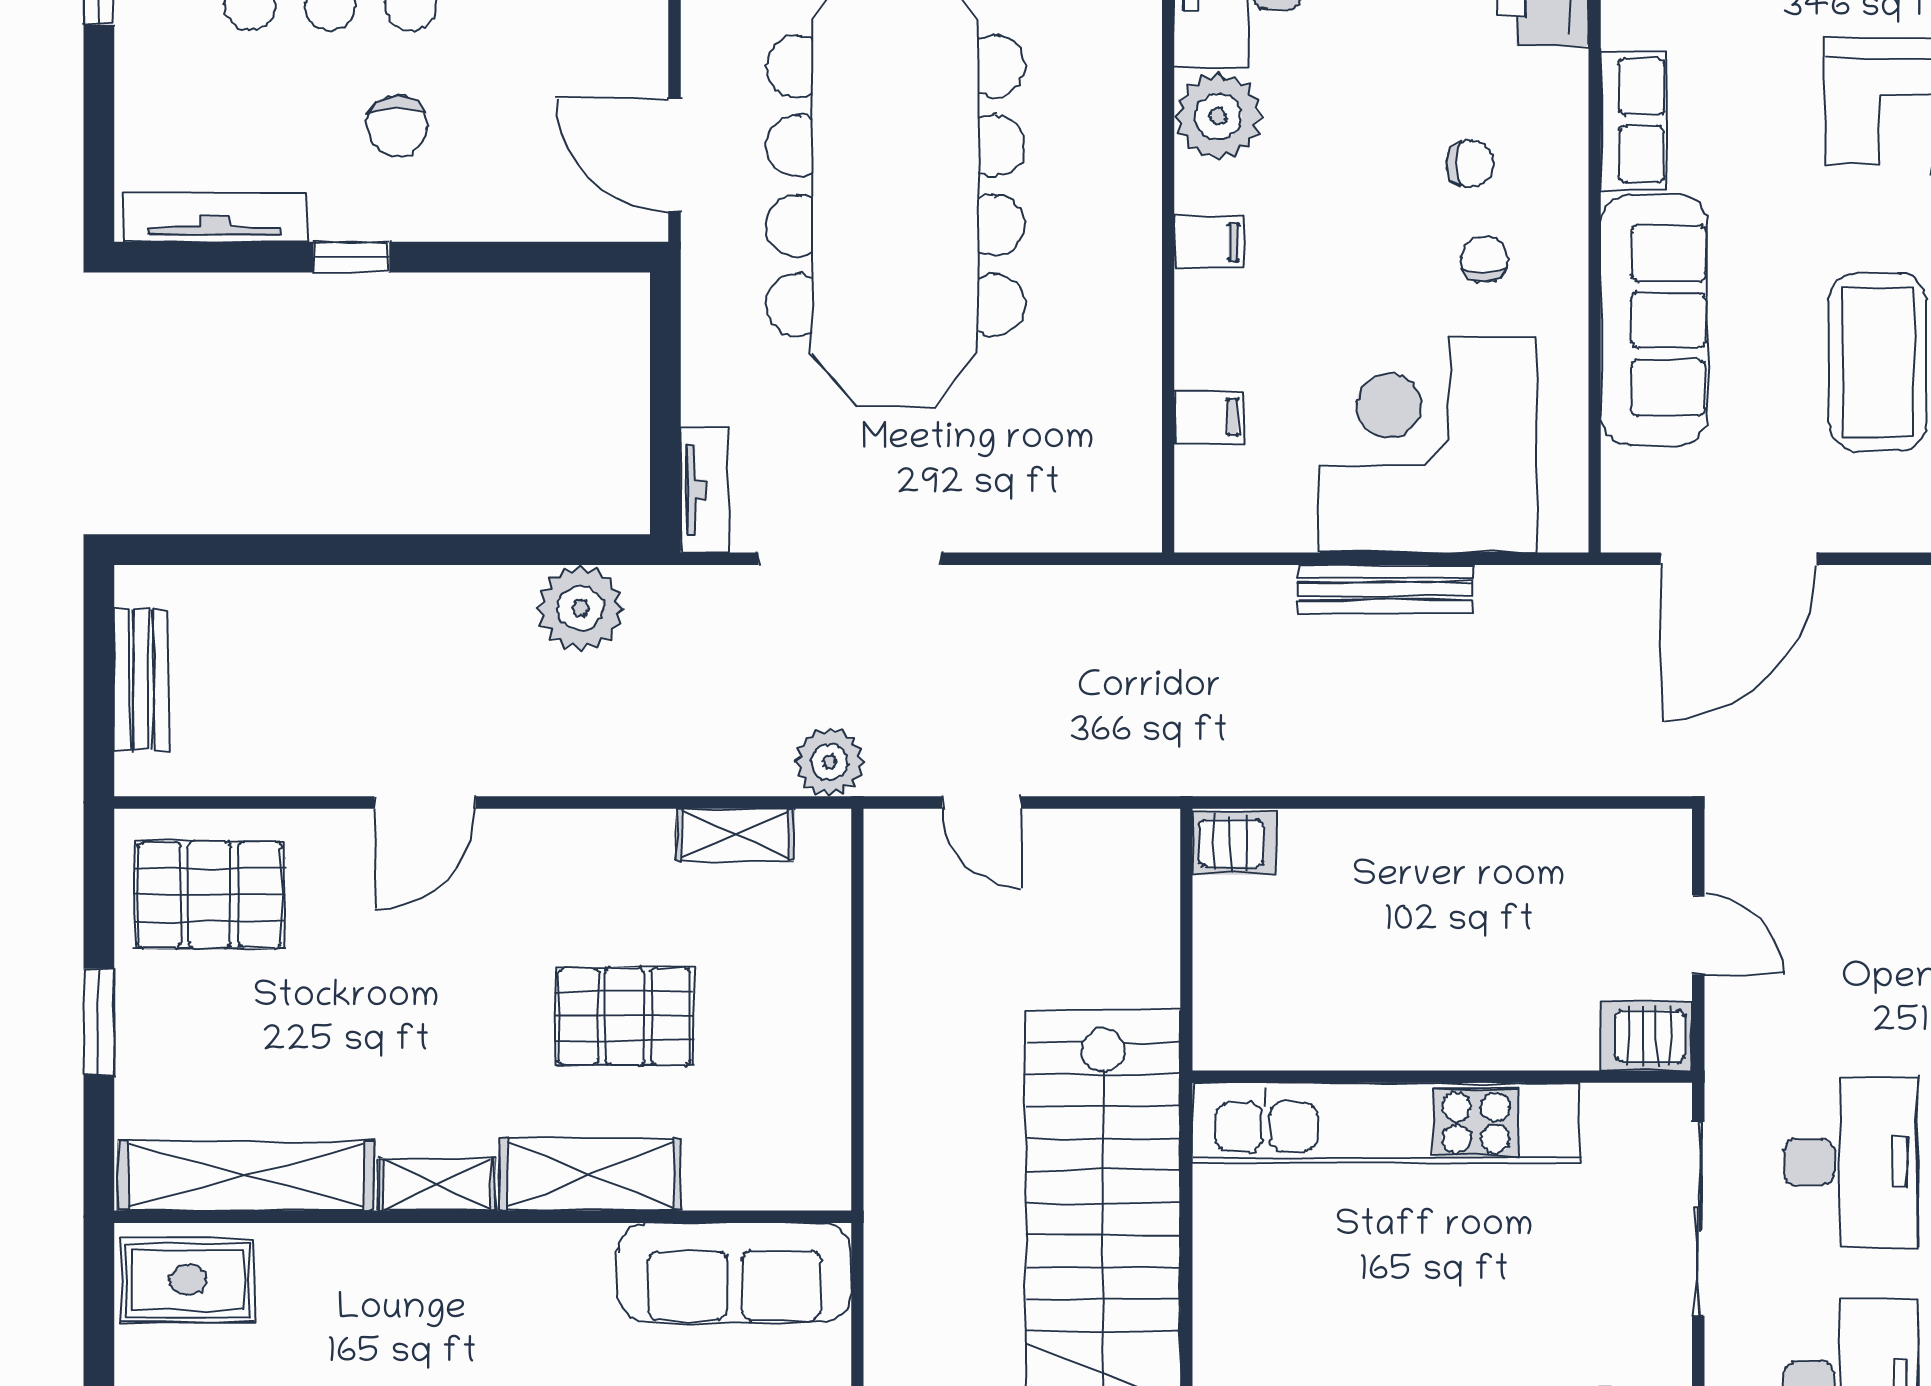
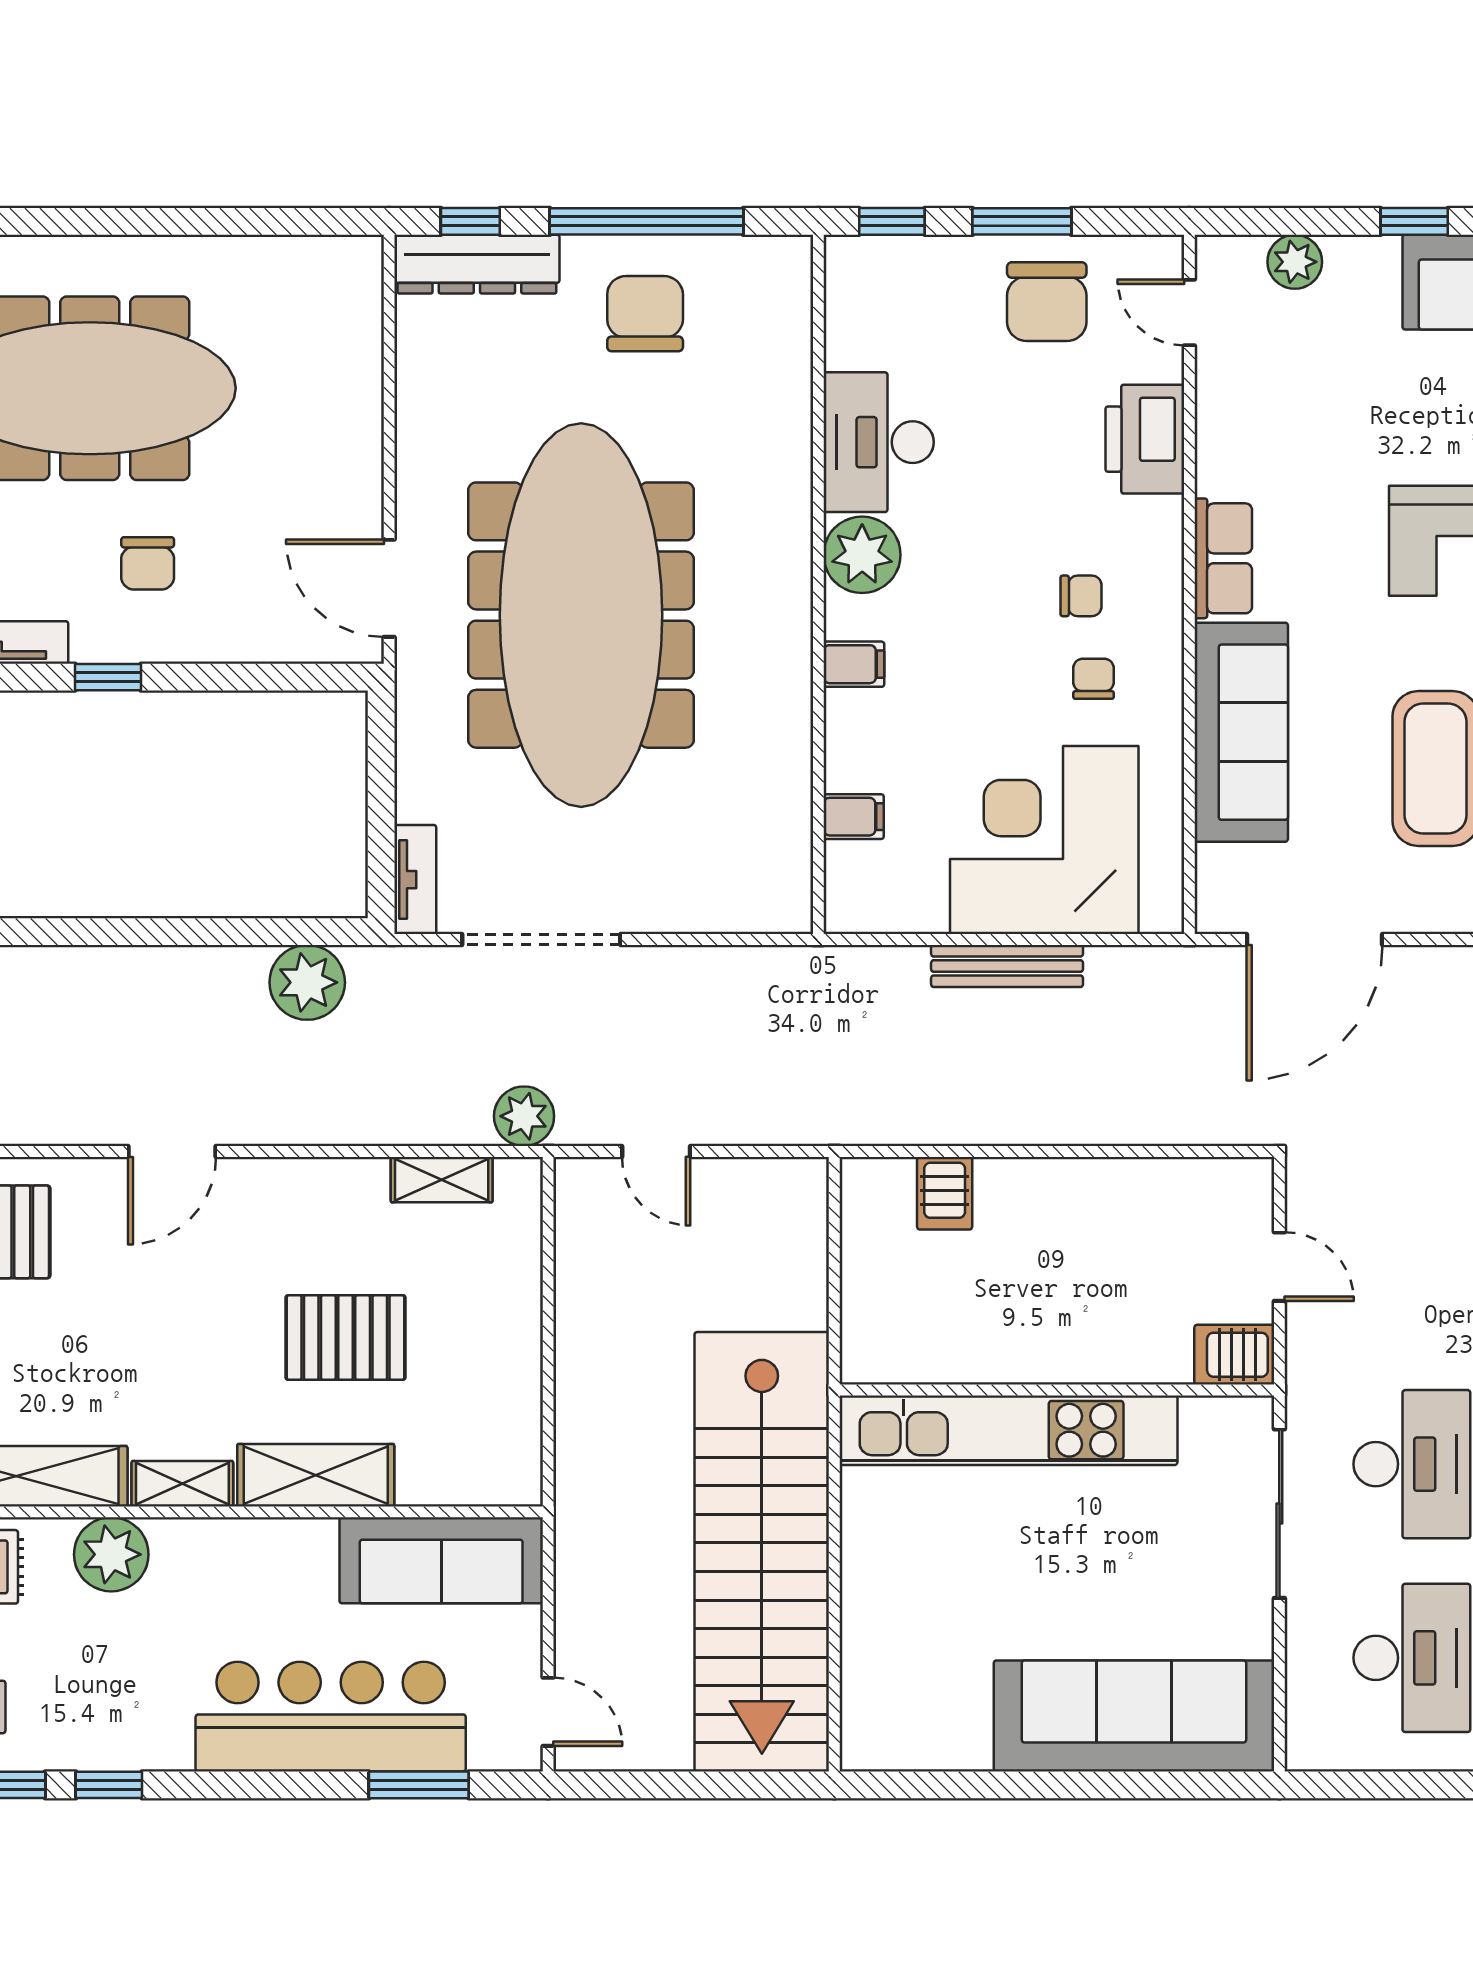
server rack: (1234, 843) -> (945, 1193), moved, turned 90
plant: (355, 1266) -> (111, 1554), added

